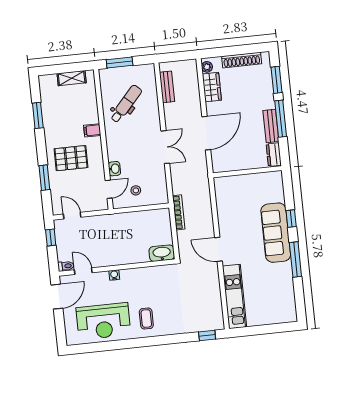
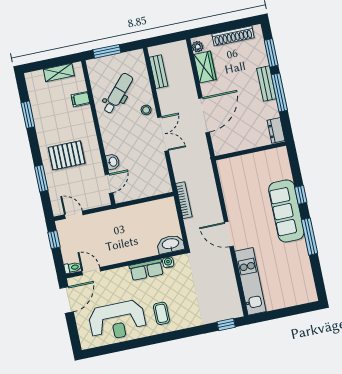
bench: (271, 126) -> (266, 84), moved
filing cabinet: (92, 130) -> (81, 99), moved
stool: (136, 190) -> (146, 110), moved
water cooler: (114, 275) -> (168, 262), moved
row of seats: (136, 275) -> (146, 270), added

